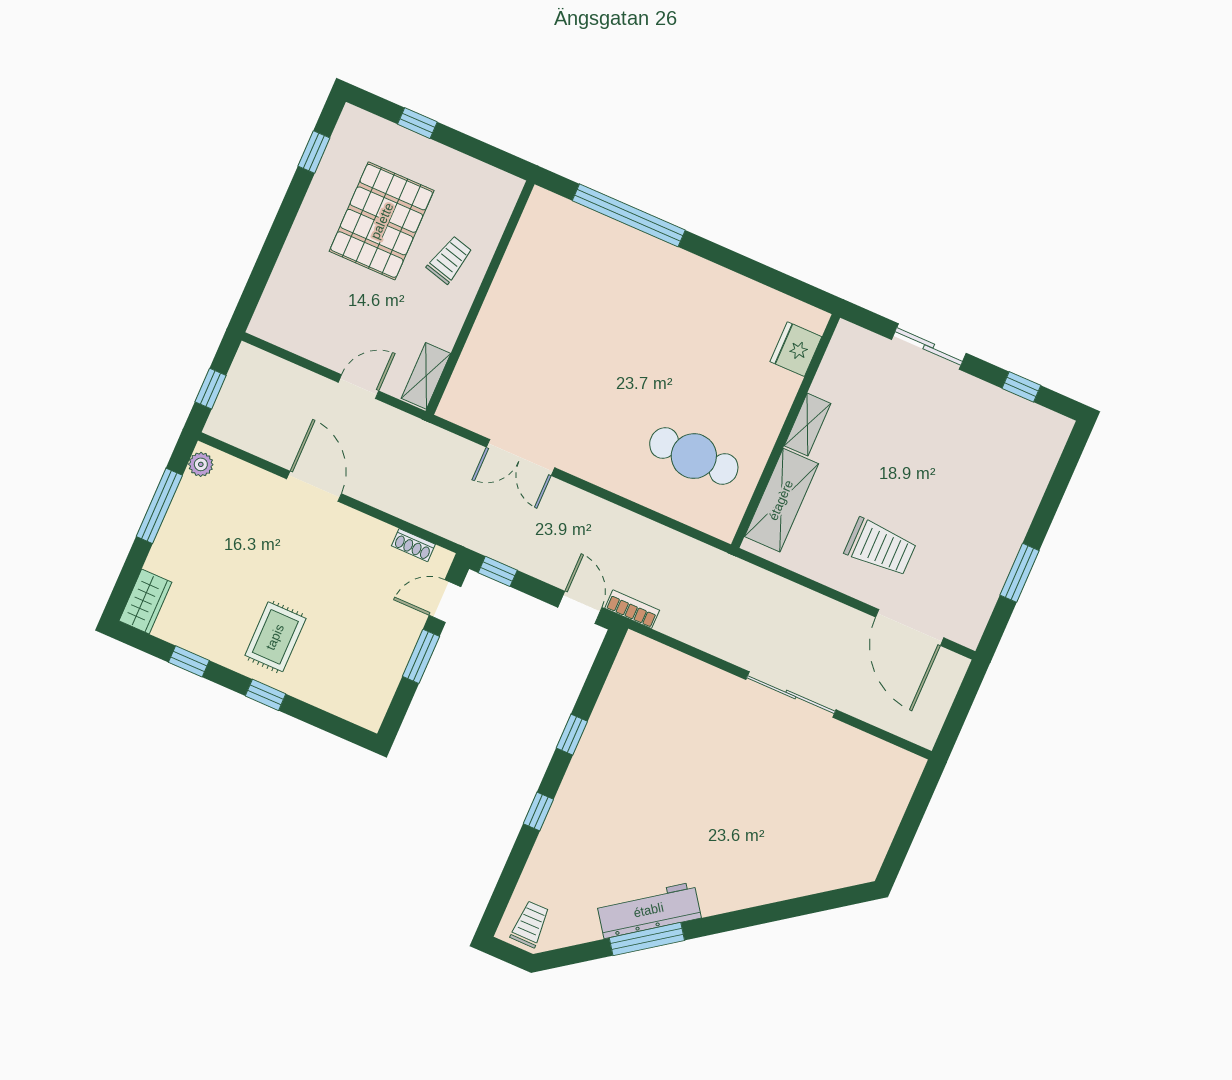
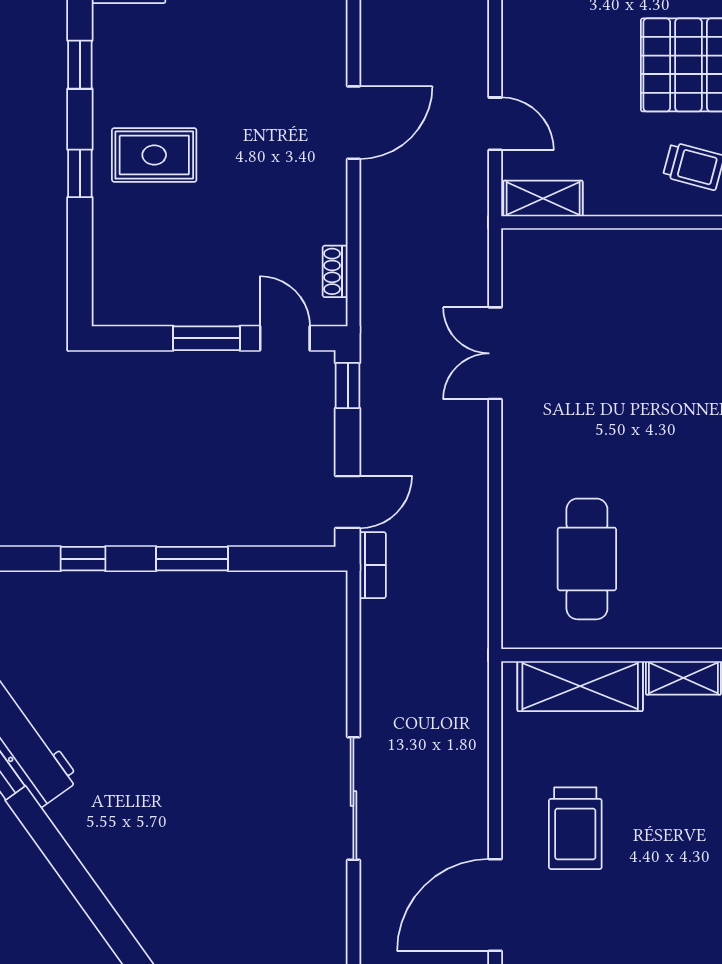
window: (572, 735) -> (192, 559), width x1.50

